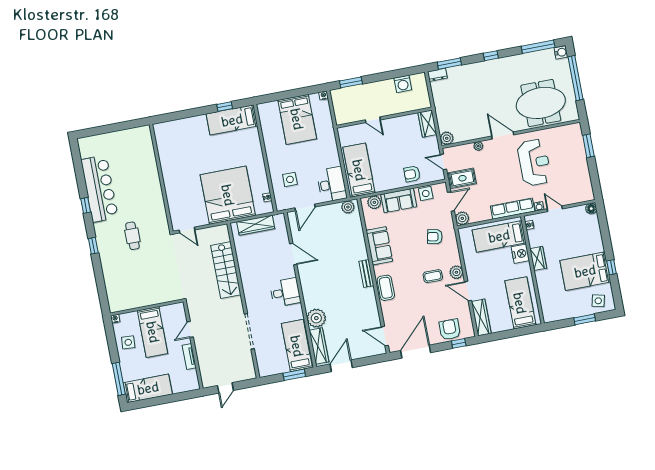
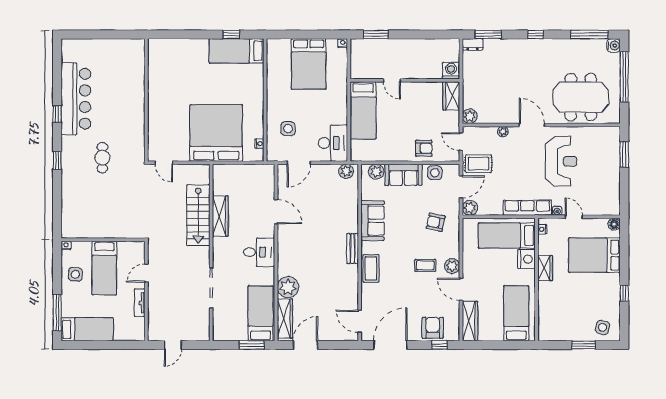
washing machine: (403, 84) -> (451, 70), moved, turned 180
bed: (359, 170) -> (363, 110), moved, turned 180
armchair: (412, 174) -> (424, 148), turned 180
wardrobe: (256, 225) -> (220, 216), moved, turned -90
bed: (585, 271) -> (594, 255), moved

